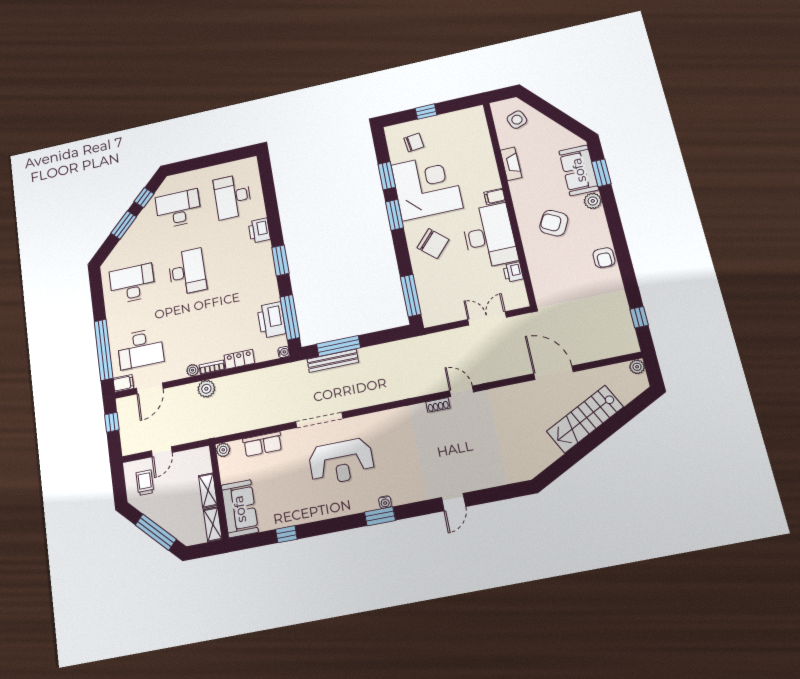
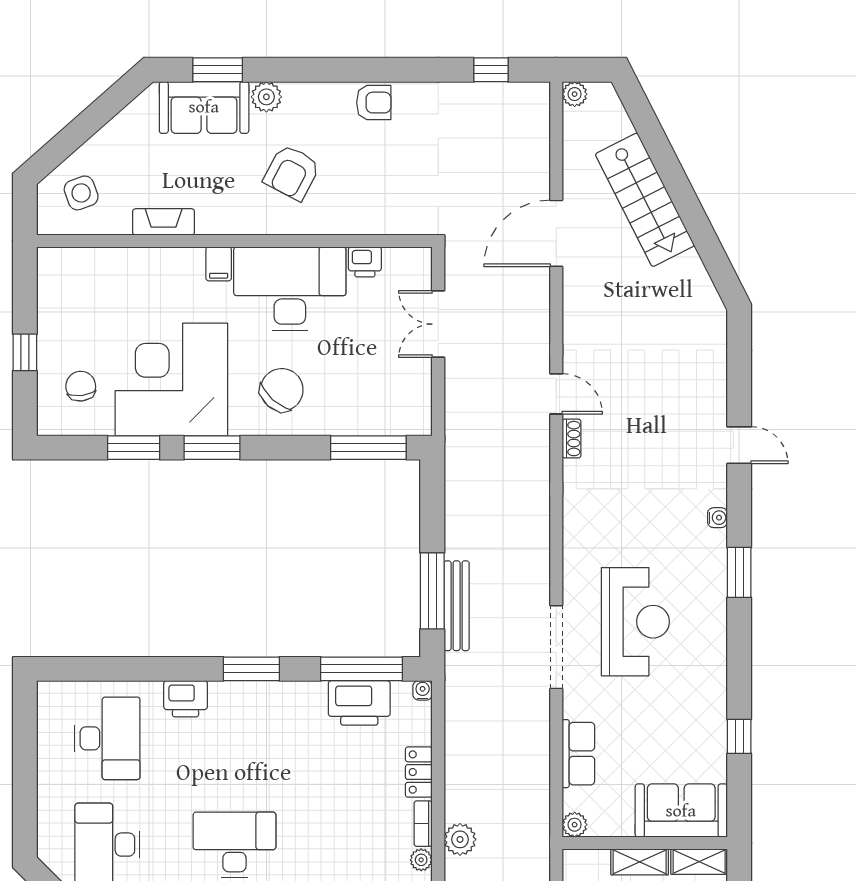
desk: (233, 197) -> (107, 738), turned -90
door: (462, 391) -> (556, 394), swing flipped
water cooler: (385, 502) -> (717, 518), moved

